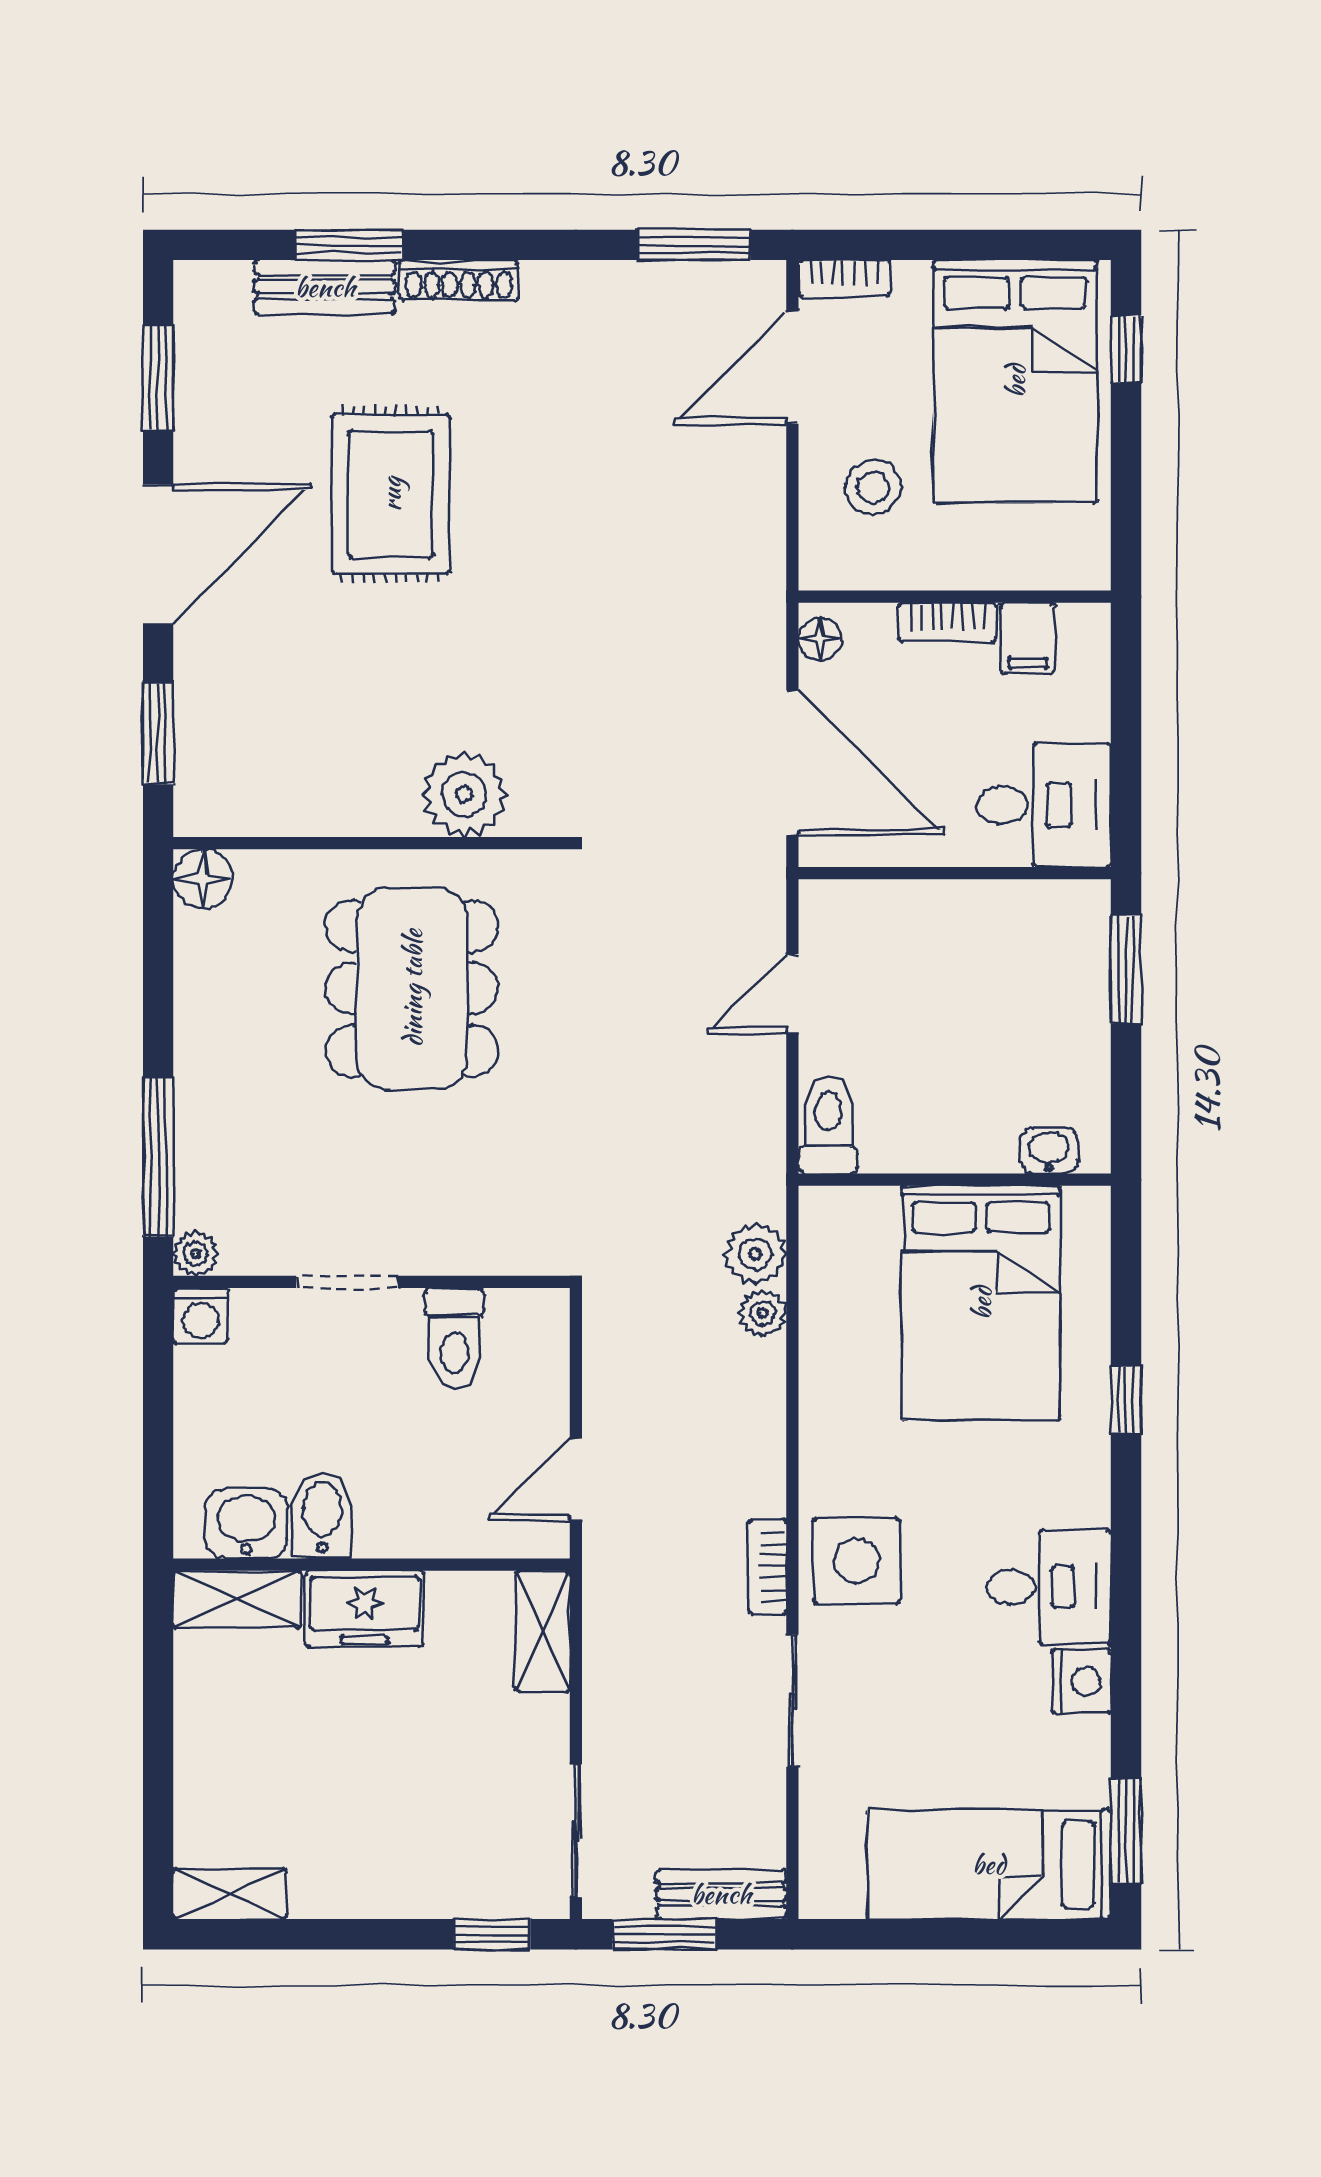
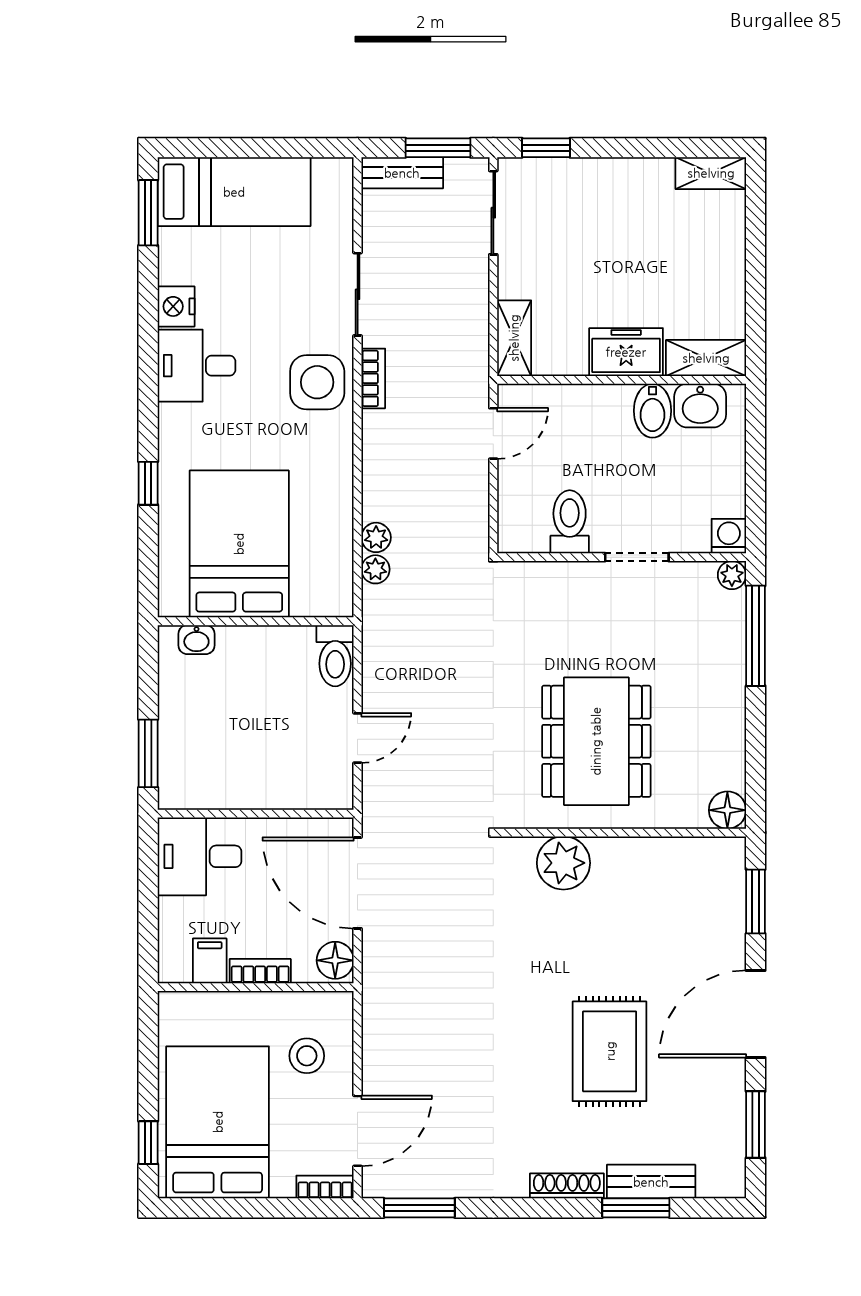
floor lamp: (820, 639) -> (335, 960), width x1.37, depth x1.37
plant: (755, 1254) -> (375, 569), width x0.73, depth x0.73

